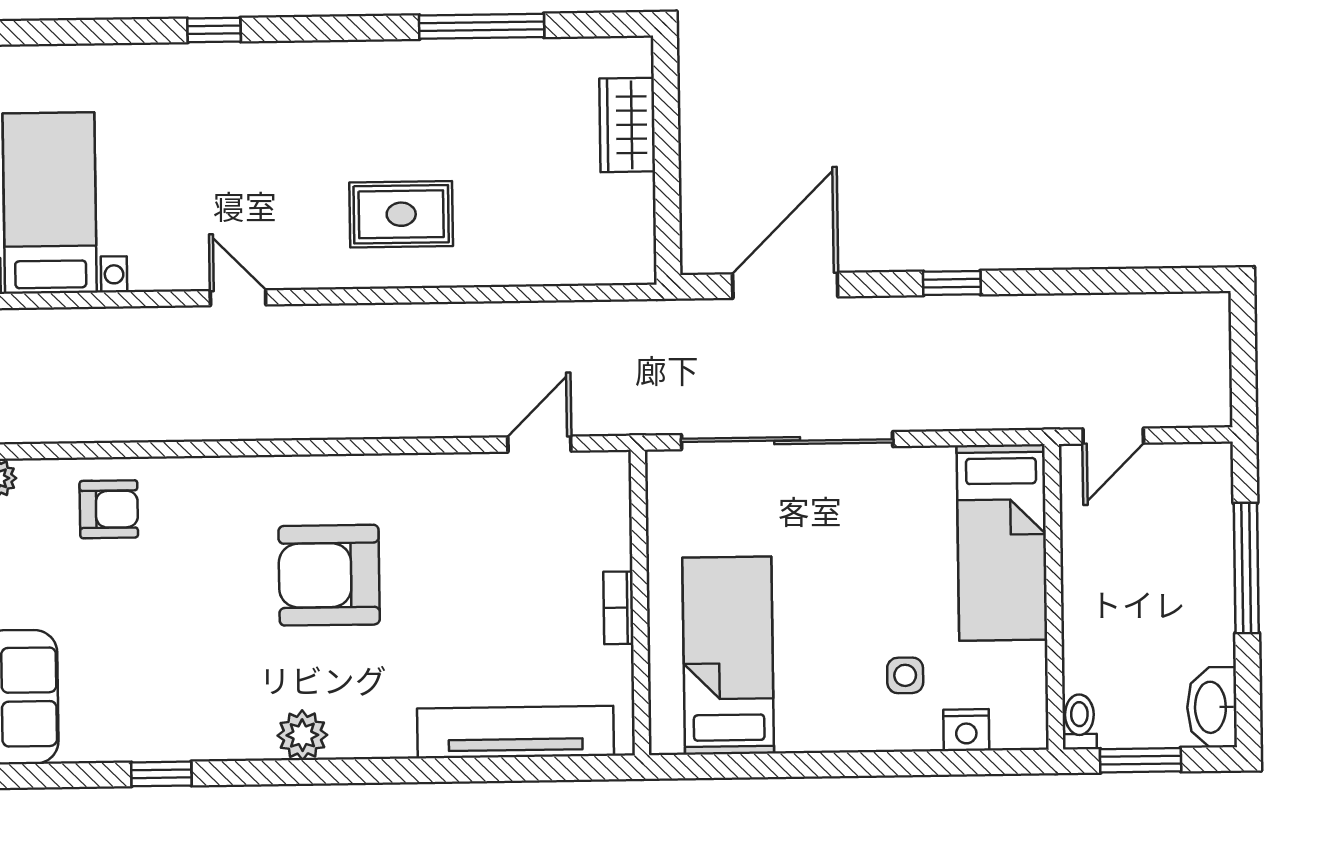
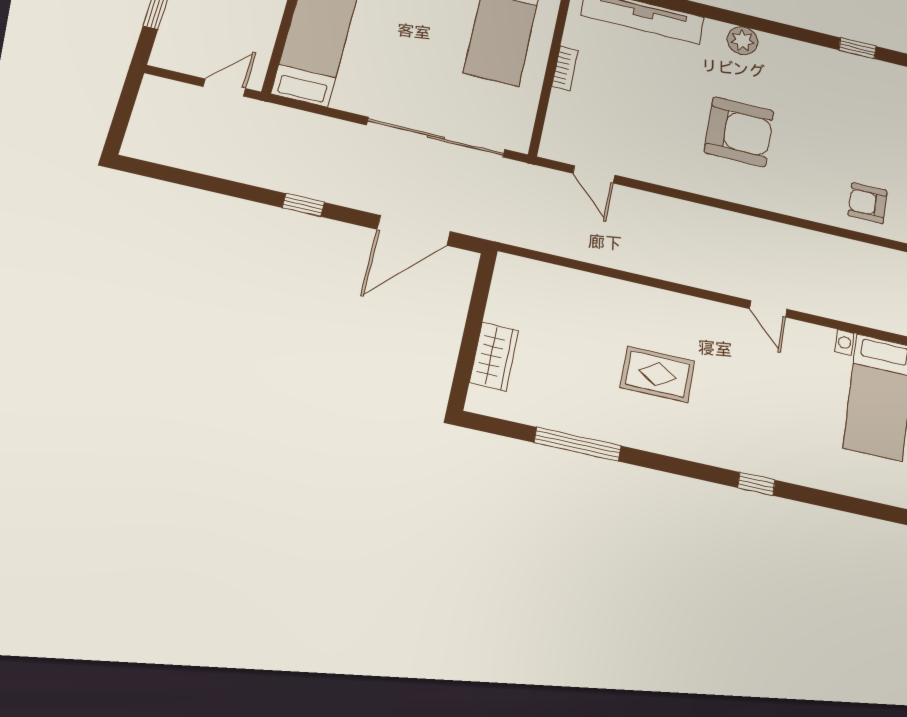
rug: (401, 214) -> (657, 374), moved
door: (539, 444) -> (594, 174), hinge flipped
plant: (302, 735) -> (743, 41), moved

